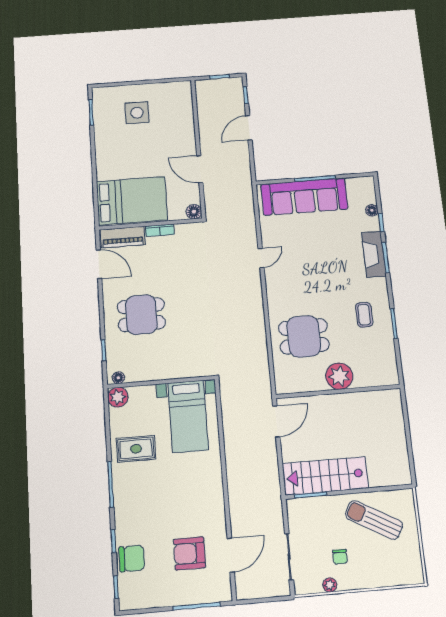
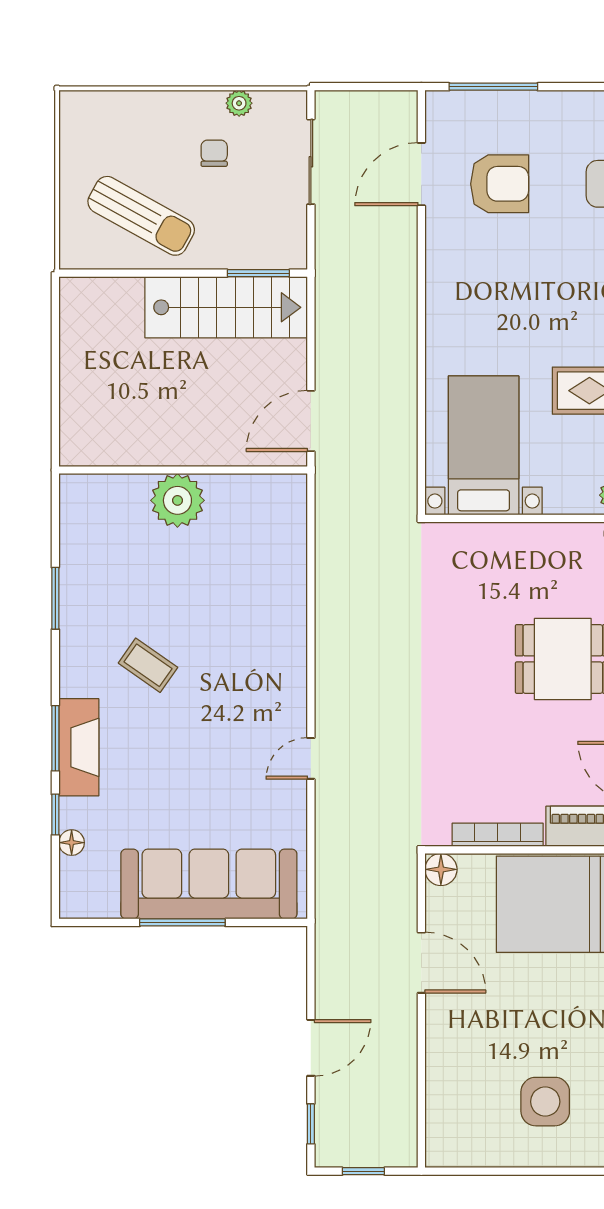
bookcase: (160, 230) -> (498, 835), width x1.56
coffee table: (364, 315) -> (148, 665), moved, turned -55
dining table: (304, 336) -> (240, 587), removed

